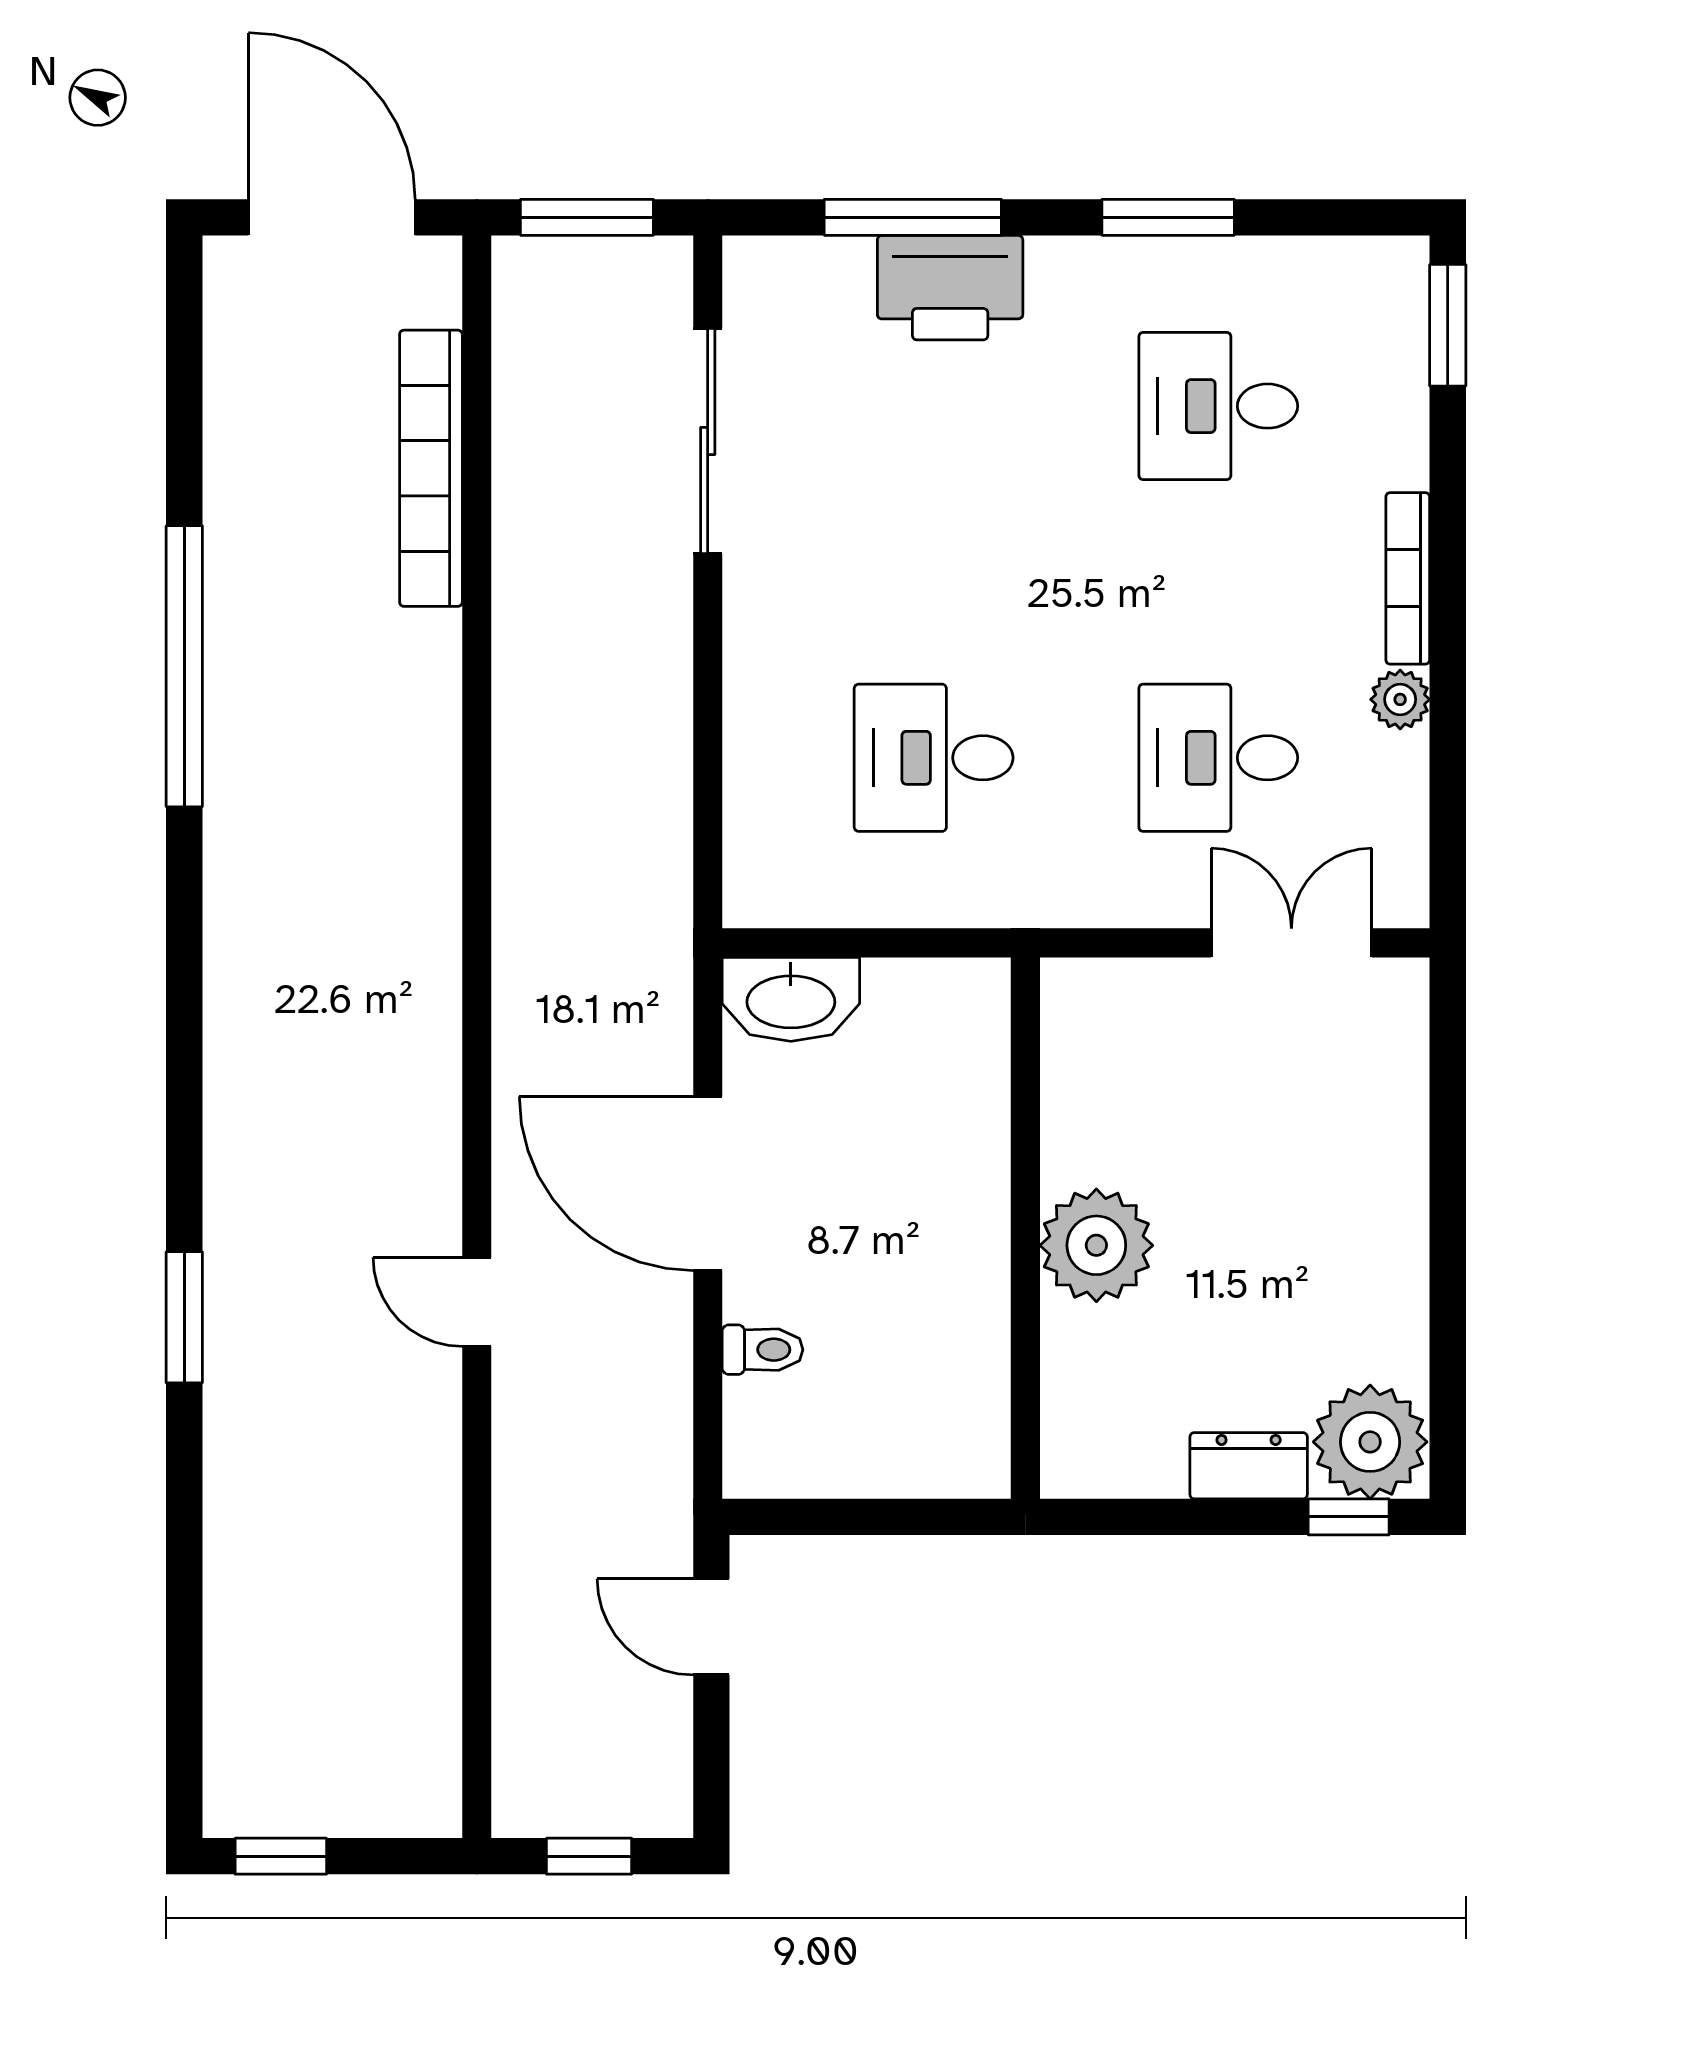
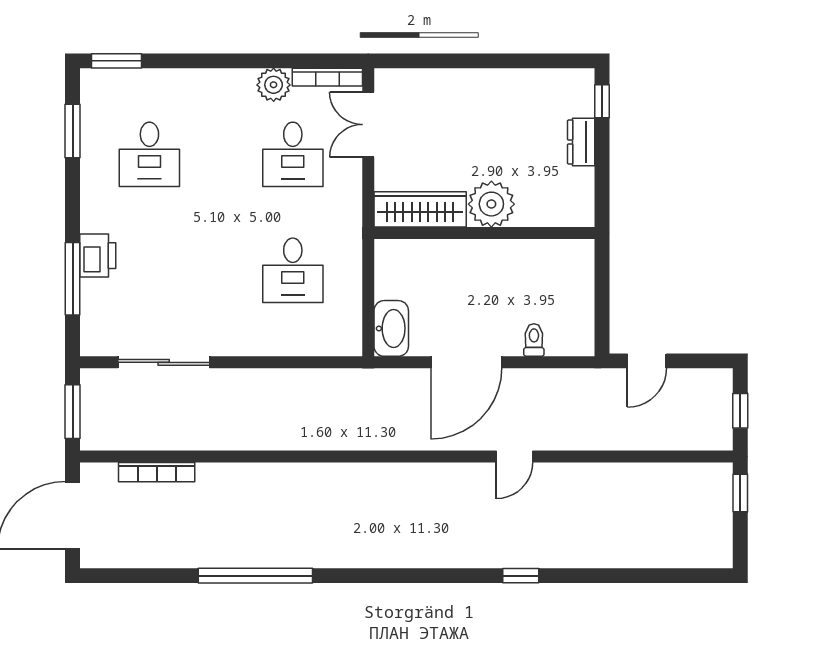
window: (1168, 217) -> (73, 131), moved
printer: (950, 288) -> (98, 256), width x0.73, depth x0.84
bookcase: (431, 468) -> (157, 472), width x0.68, depth x0.76
bookcase: (1408, 578) -> (327, 77), moved
plant: (1400, 699) -> (274, 85), width x1.38, depth x1.38
wardrobe: (1083, 1070) -> (420, 209), added
window: (184, 1317) -> (521, 576), width x0.67
plant: (1370, 1442) -> (571, 93), removed
window: (281, 1856) -> (740, 493), moved

